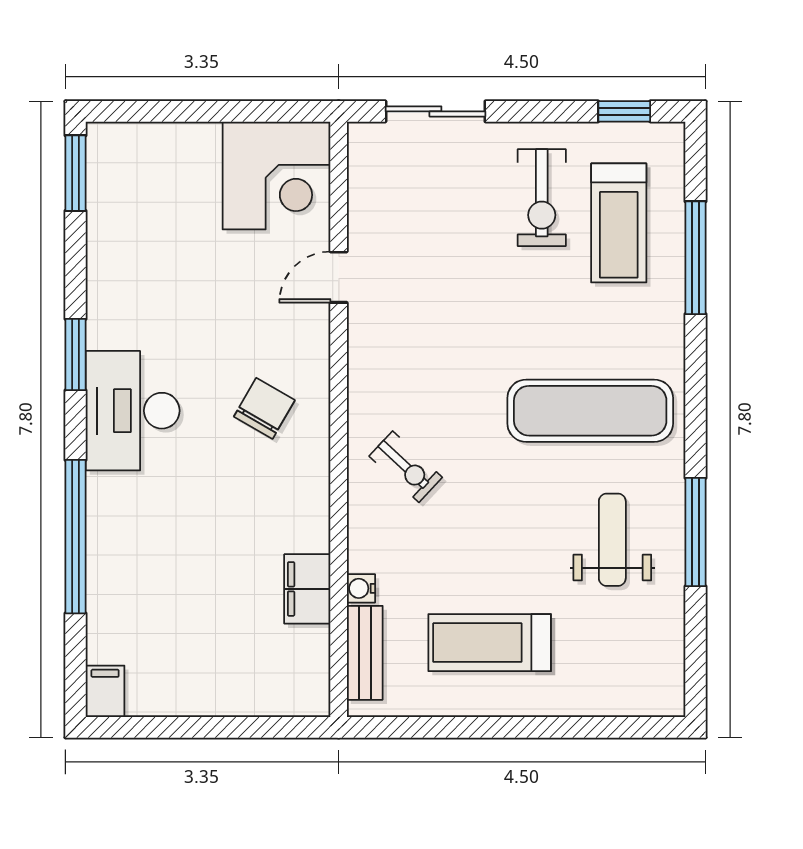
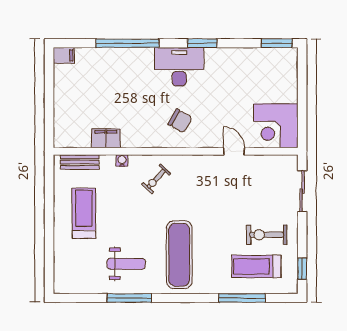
water cooler: (361, 588) -> (122, 161), moved

